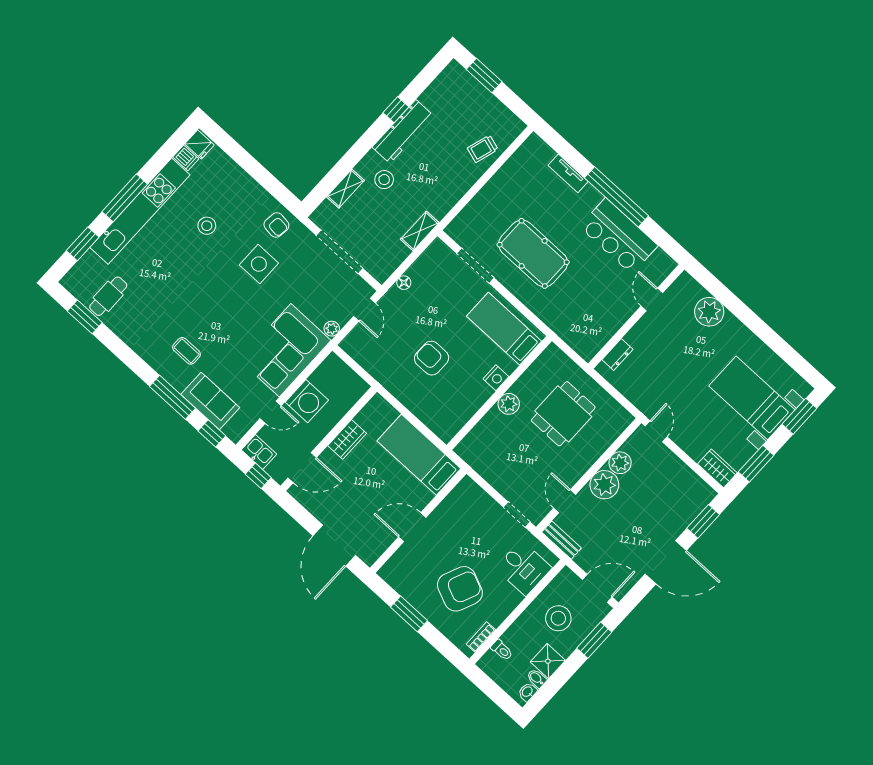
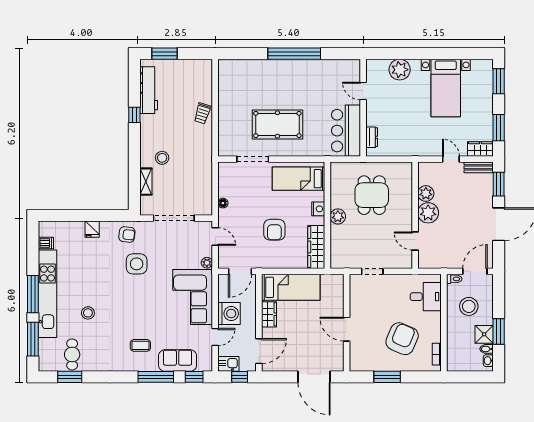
workbench: (403, 131) -> (149, 90), moved
fridge: (199, 144) -> (92, 229), moved, turned 90
trolley: (483, 149) -> (202, 113), moved
tv unit: (568, 173) -> (257, 65), removed
stool: (207, 226) -> (88, 313), moved
shelving: (420, 231) -> (206, 168), removed
bar counter: (619, 236) -> (346, 131), moved, turned 90
window: (83, 244) -> (33, 339), width x1.44
armchair: (432, 358) -> (274, 230), turned -90
door: (357, 369) -> (240, 271), added
bed with nightstands: (752, 398) -> (446, 88), moved, turned -90
wardrobe: (458, 415) -> (316, 247), added
door: (656, 431) -> (451, 159), moved
bed: (419, 455) -> (291, 287), moved, turned 180
doorway: (517, 515) -> (372, 271), moved
door: (412, 527) -> (347, 329), hinge flipped
bench: (562, 540) -> (479, 167), moved
window: (594, 640) -> (499, 331), moved
toilet: (502, 650) -> (454, 279), moved

